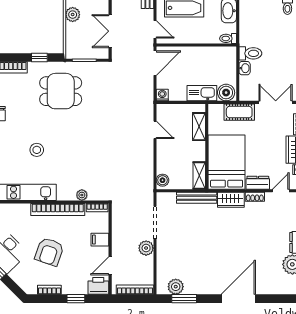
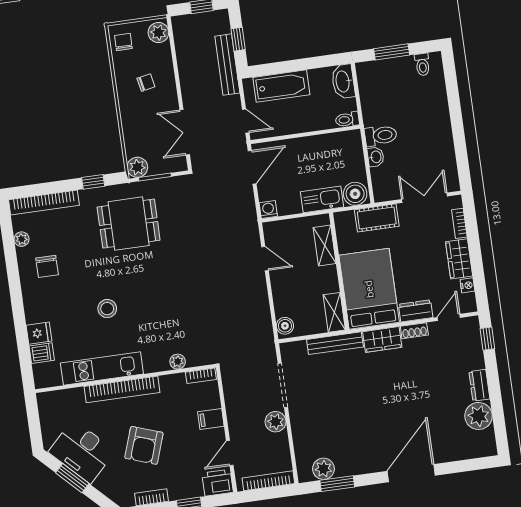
plant: (73, 15) -> (137, 167), moved
bookcase: (58, 209) -> (122, 389), moved

